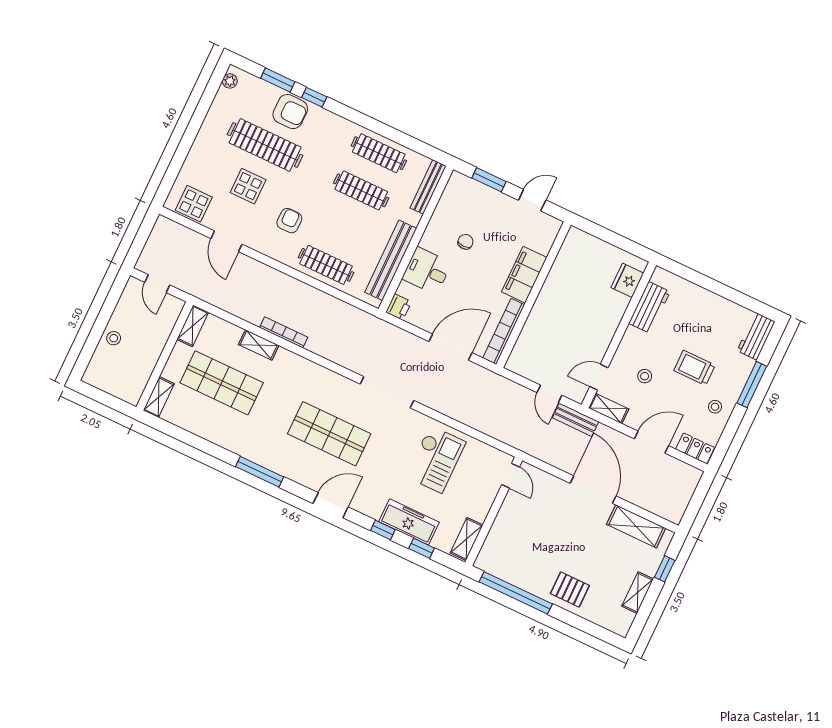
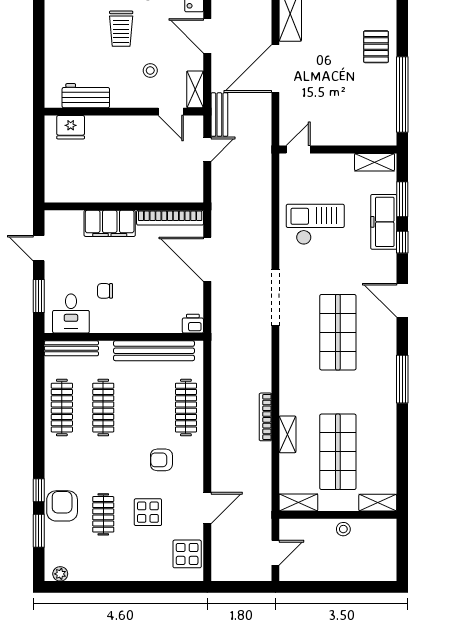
clothes rail: (265, 145) -> (103, 514), width x0.54, depth x0.76
desk: (427, 271) -> (71, 313), moved
stool: (114, 338) -> (343, 529), moved
window: (422, 548) -> (402, 199), width x1.50

